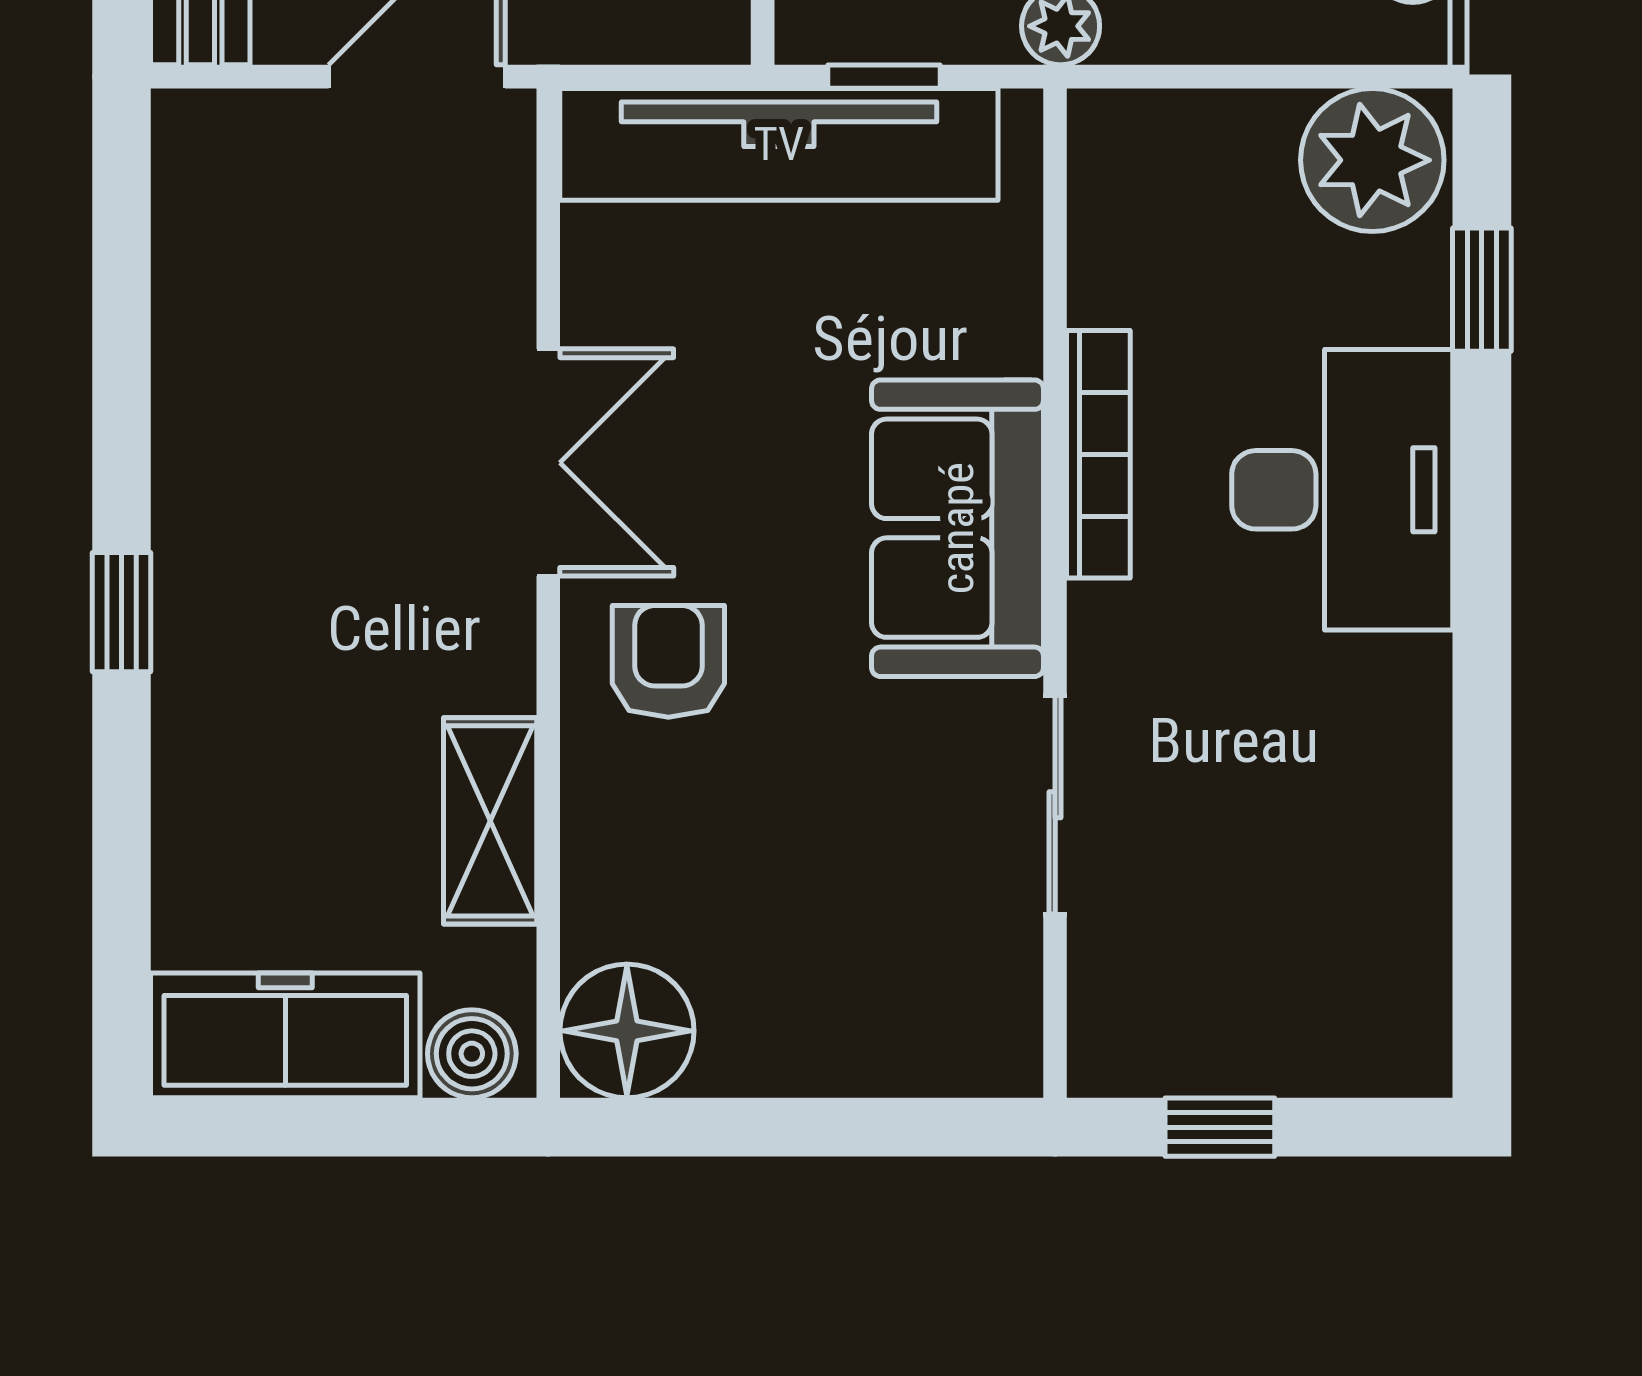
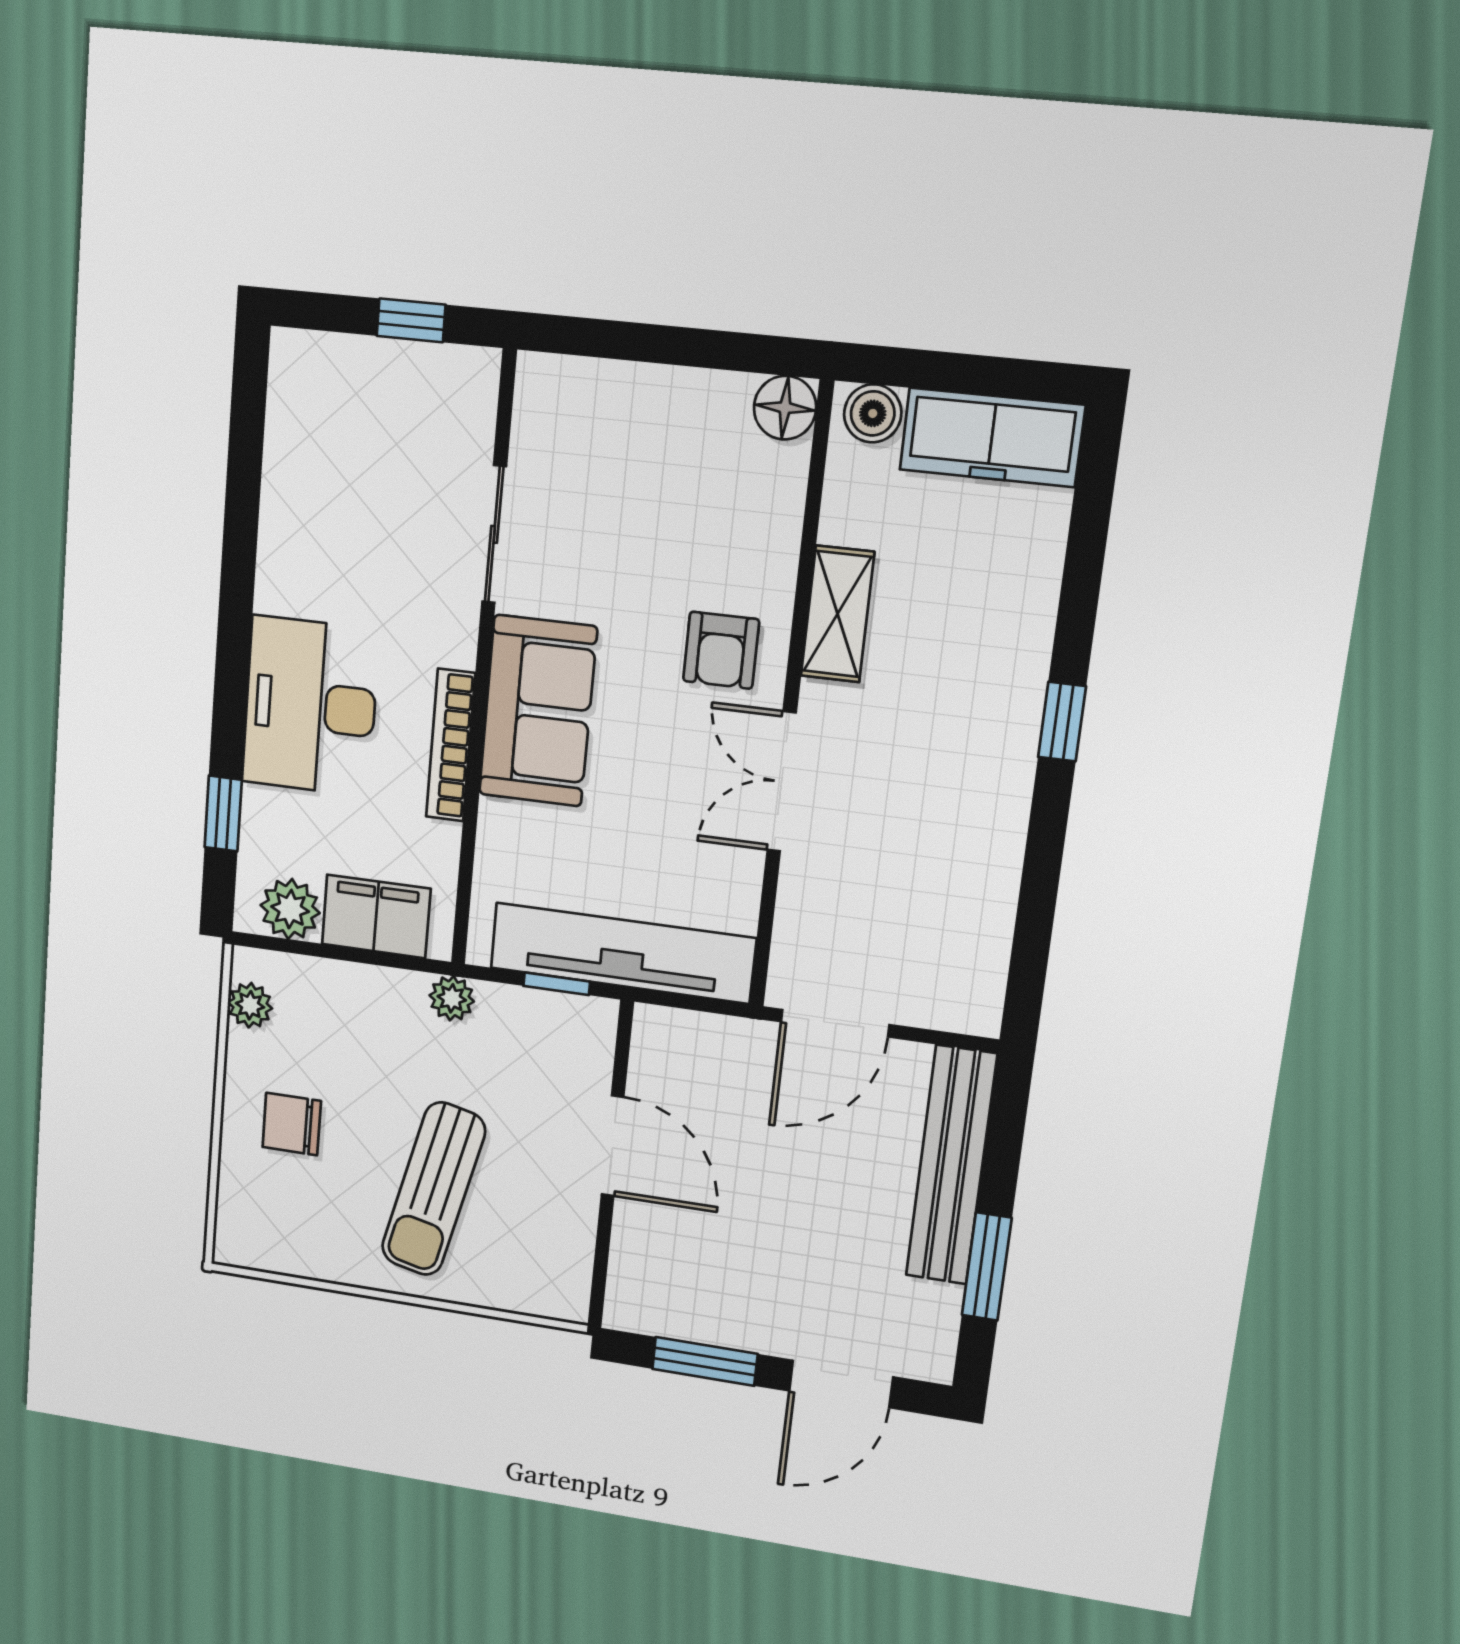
filing cabinet: (1202, 149) -> (376, 916), added
plant: (1372, 160) -> (290, 909), width x0.73, depth x0.73
shelving: (490, 821) -> (837, 614), moved
floor lamp: (627, 1031) -> (785, 408), width x0.73, depth x0.73

